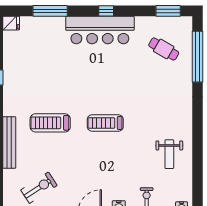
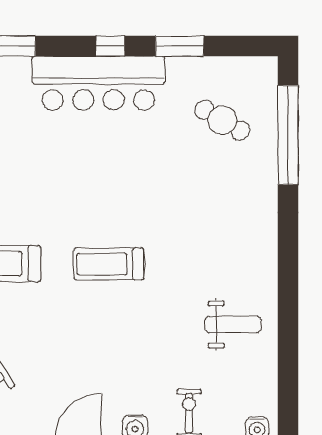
window: (168, 11) -> (180, 46), moved
weight bench: (169, 154) -> (233, 324), turned -90

